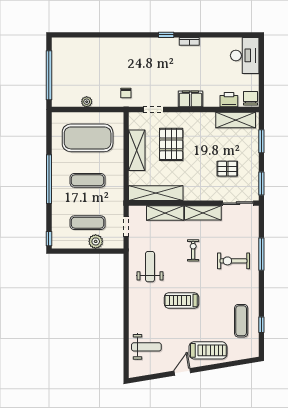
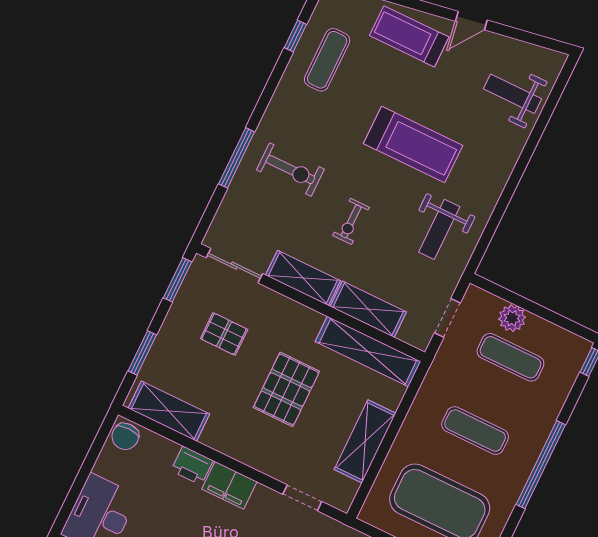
printer: (229, 100) -> (192, 466), moved
pallet: (171, 144) -> (286, 389), moved
treadmill: (182, 301) -> (413, 145), width x1.37, depth x1.38

